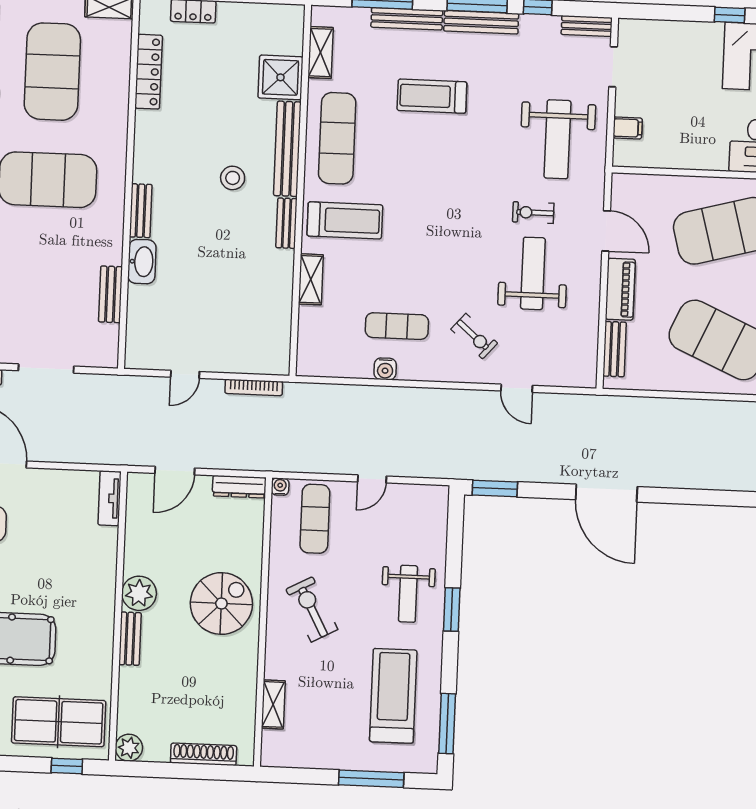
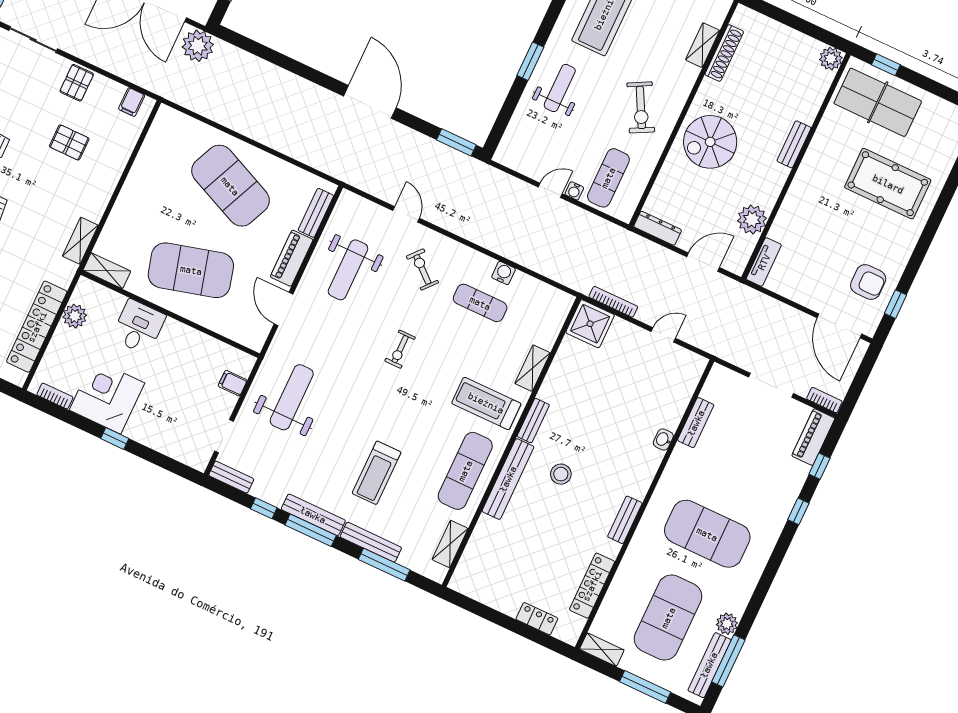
shower: (280, 77) -> (590, 324), moved
treadmill: (432, 96) -> (377, 473), turned 90
bench: (141, 211) -> (625, 520), moved
exercise bike: (533, 213) -> (400, 349), moved, turned 90
washbasin: (142, 262) -> (663, 439), width x0.52, depth x0.69
weight bench: (533, 273) -> (348, 270), moved
water cooler: (280, 487) -> (574, 191), moved
plant: (139, 593) -> (752, 220), moved
shoe rack: (204, 754) -> (724, 53), moved, turned -90

